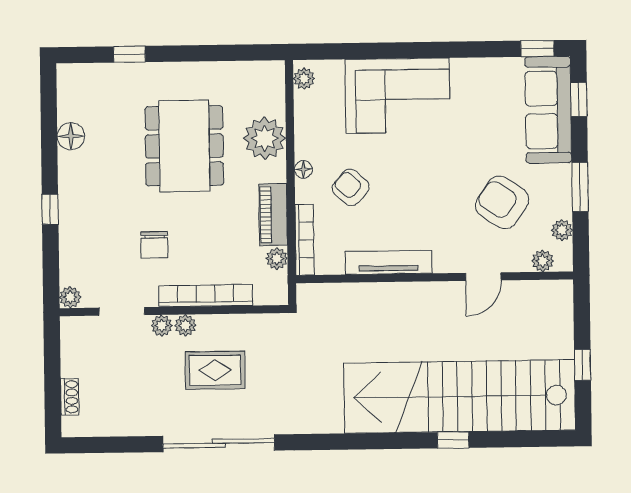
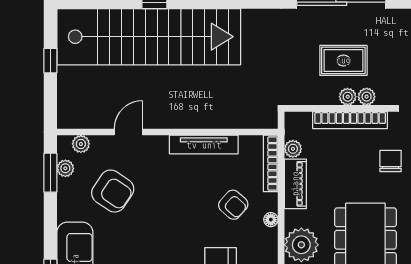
window: (580, 187) -> (50, 173), moved
plant: (162, 326) -> (348, 97), moved

